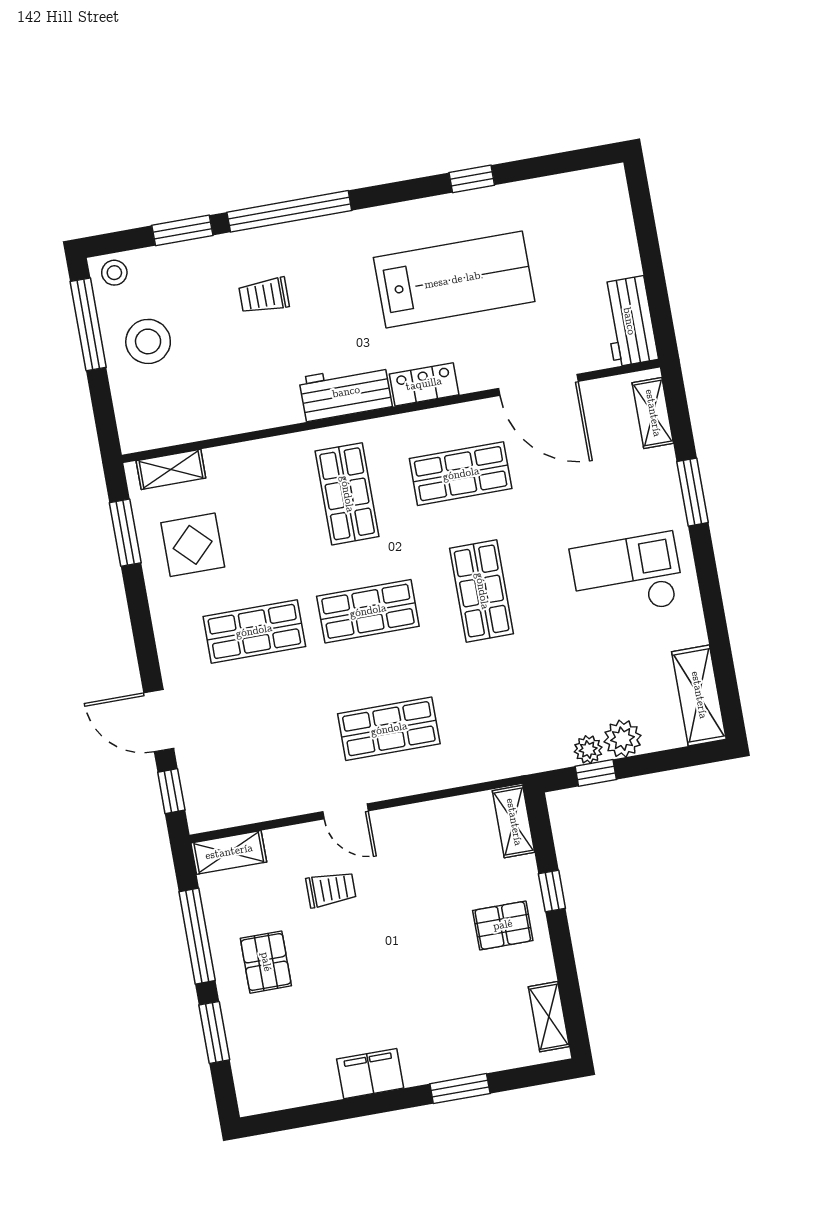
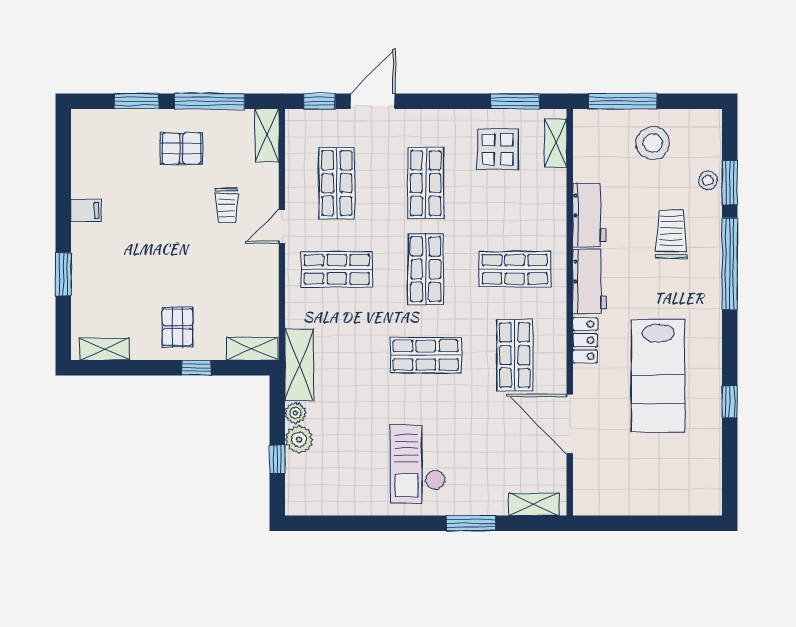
stool: (114, 273) -> (708, 180), moved
trolley: (264, 296) -> (671, 234), width x1.36, depth x1.39
workbench: (629, 321) -> (589, 215), moved, turned 90
window: (88, 324) -> (623, 101), moved
door: (538, 385) -> (570, 424), hinge flipped
checkout: (627, 576) -> (418, 464), turned 180
shelving: (699, 695) -> (299, 364), moved, turned 90
shop shelf: (389, 729) -> (337, 269), turned 90
shop shelf: (275, 749) -> (337, 183), added
window: (596, 773) -> (277, 459), moved
filing cabinet: (370, 1074) -> (86, 210), width x0.50

